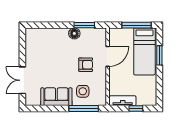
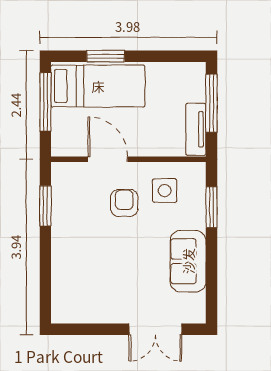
floor lamp: (74, 33) -> (62, 226), removed
side table: (83, 91) -> (165, 191), moved
window: (84, 109) -> (211, 207), width x0.69
window: (136, 109) -> (211, 103), width x2.17

